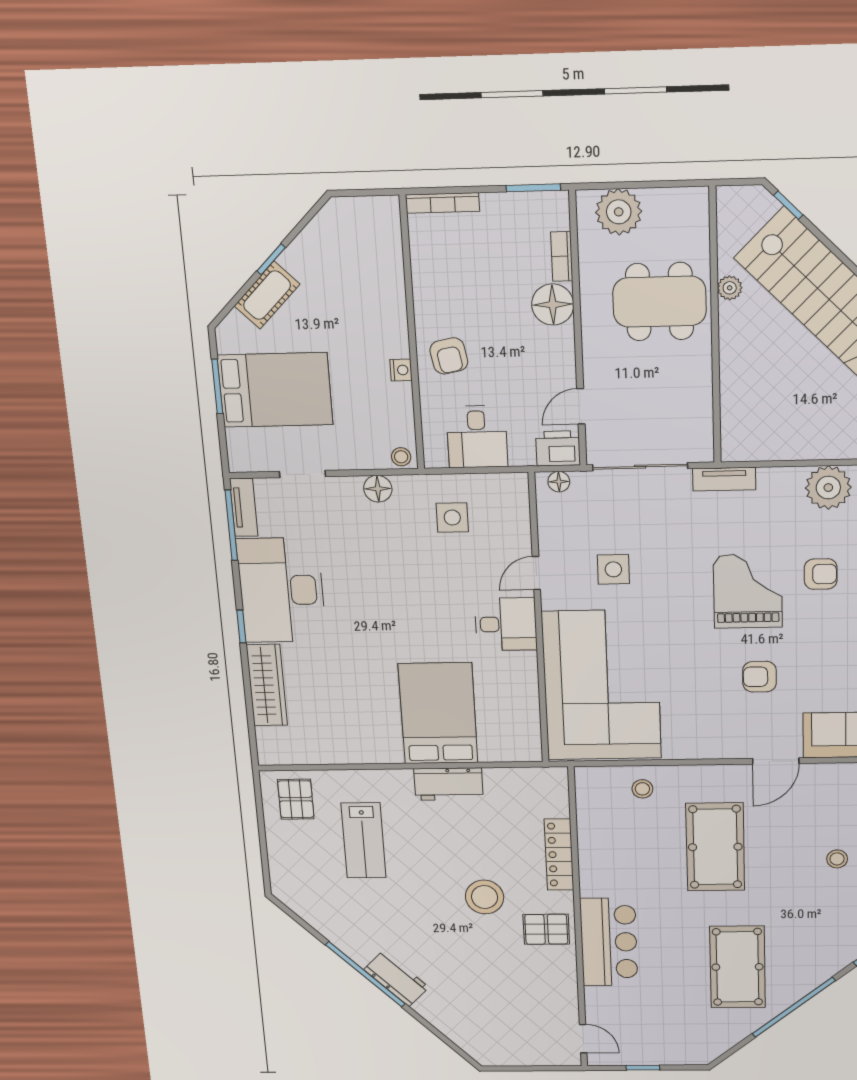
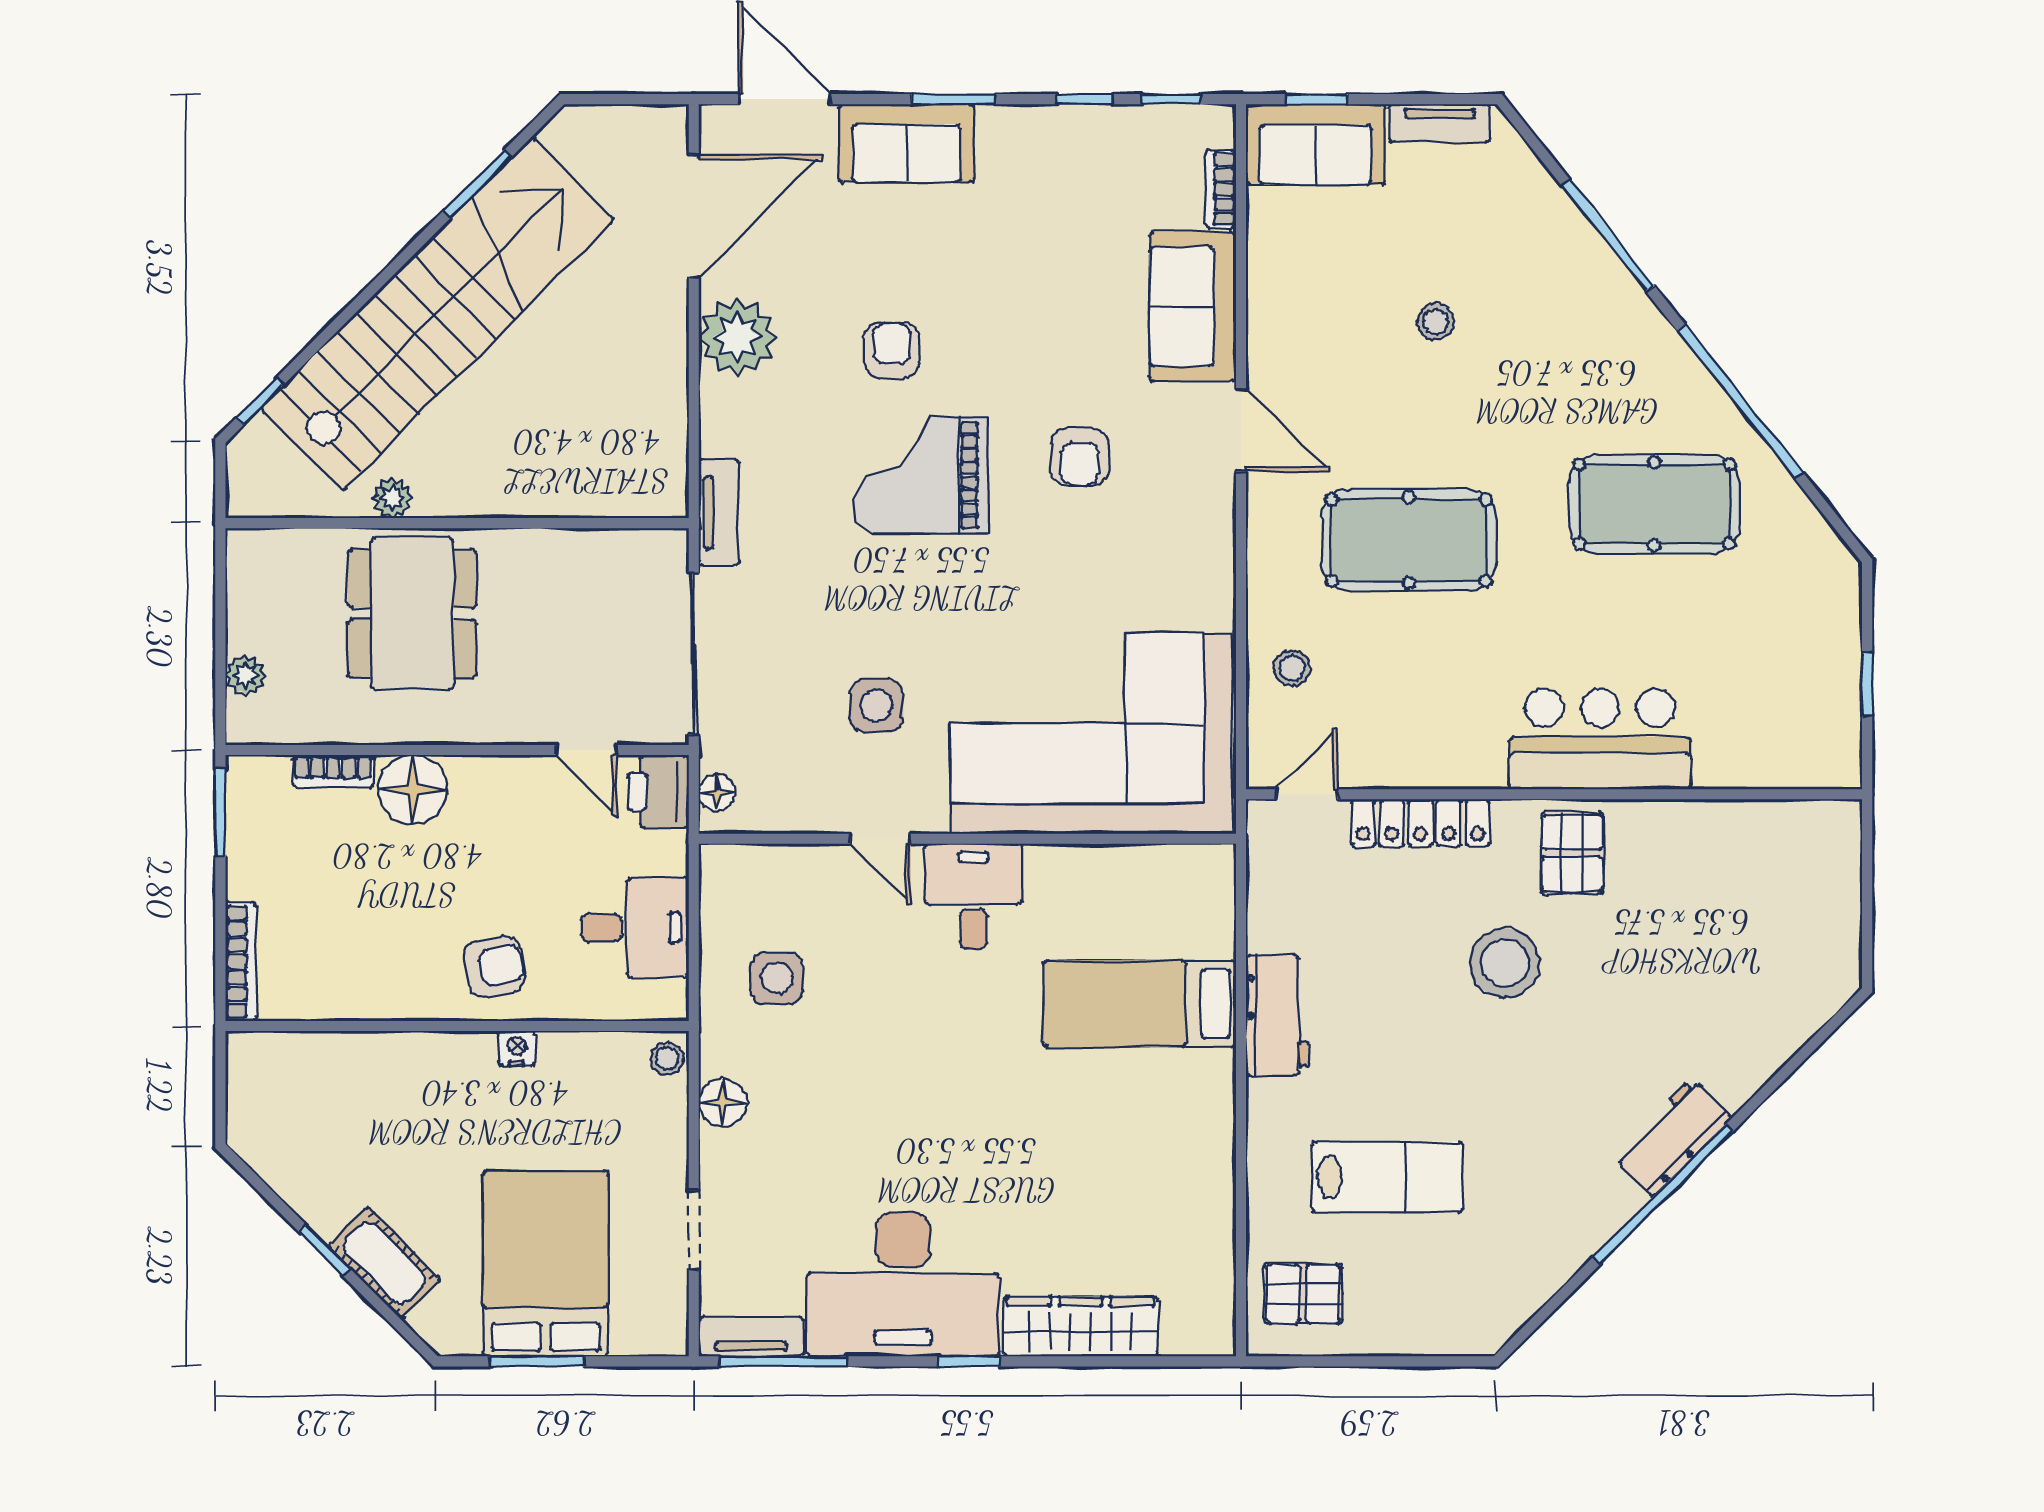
plant: (619, 212) -> (245, 676), width x0.53, depth x0.53
bed: (438, 713) -> (1140, 1004), width x0.67
door: (583, 1039) -> (1307, 794), moved

